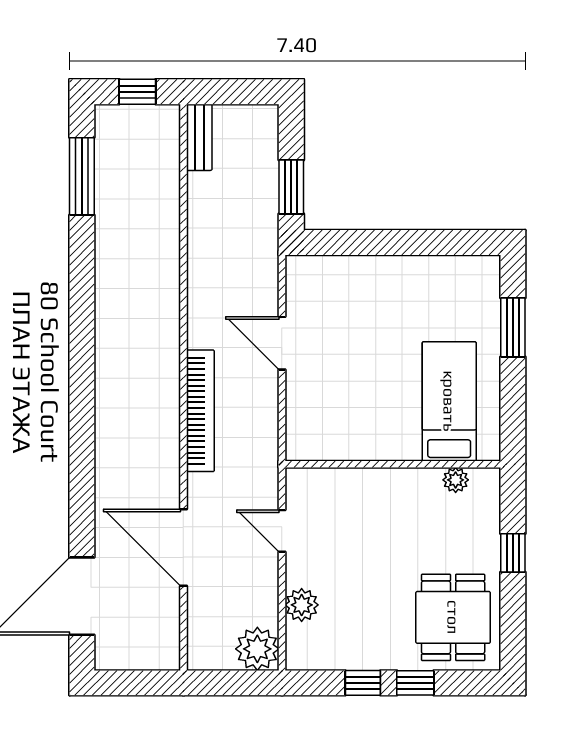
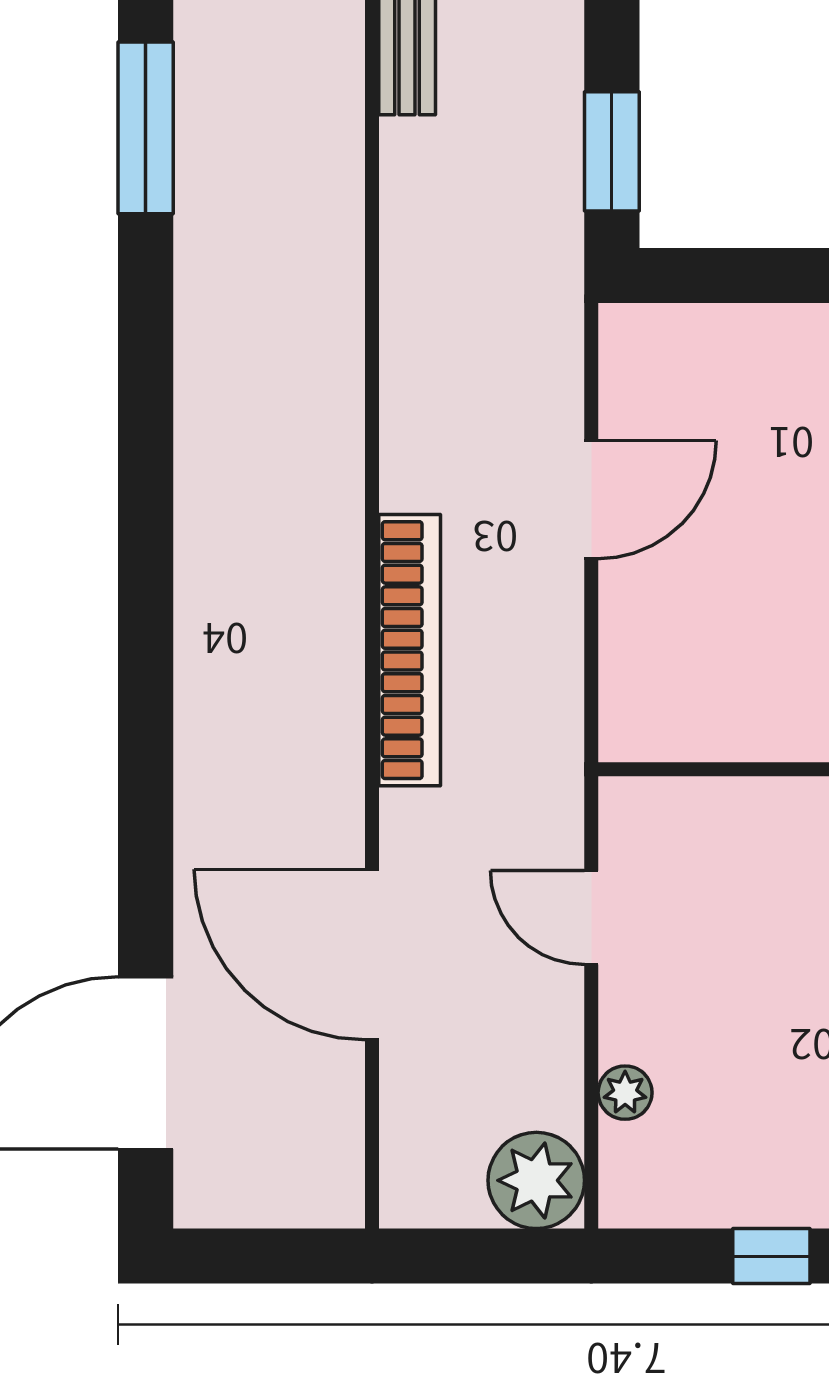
door: (282, 343) -> (591, 499), swing flipped
plant: (302, 605) -> (625, 1093), width x0.73, depth x0.73

